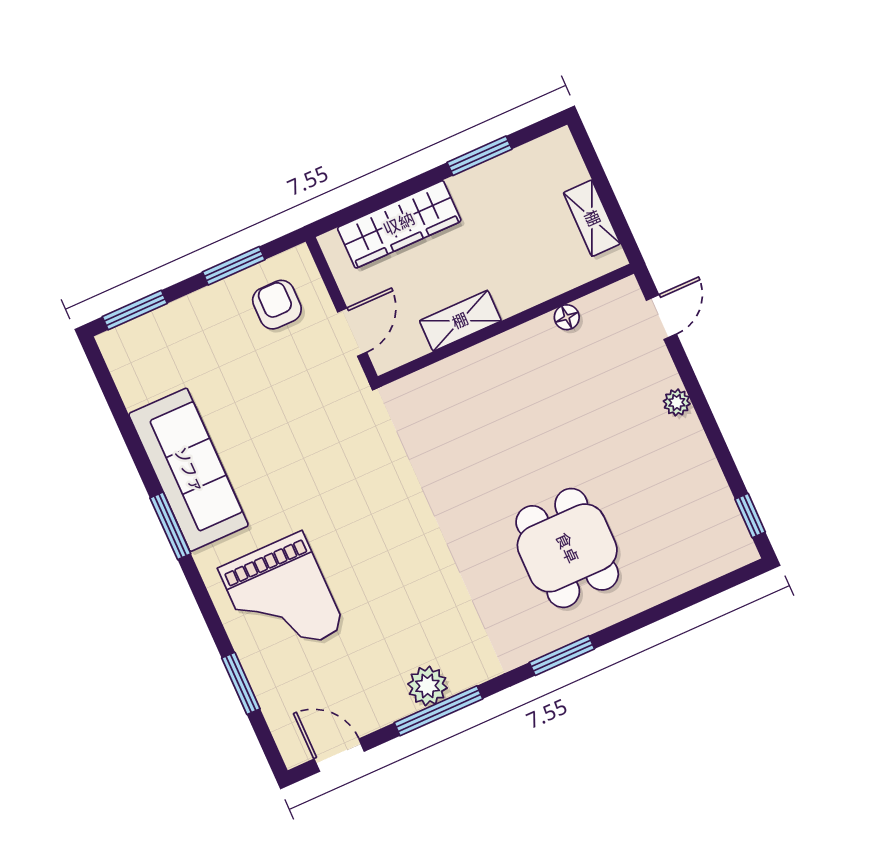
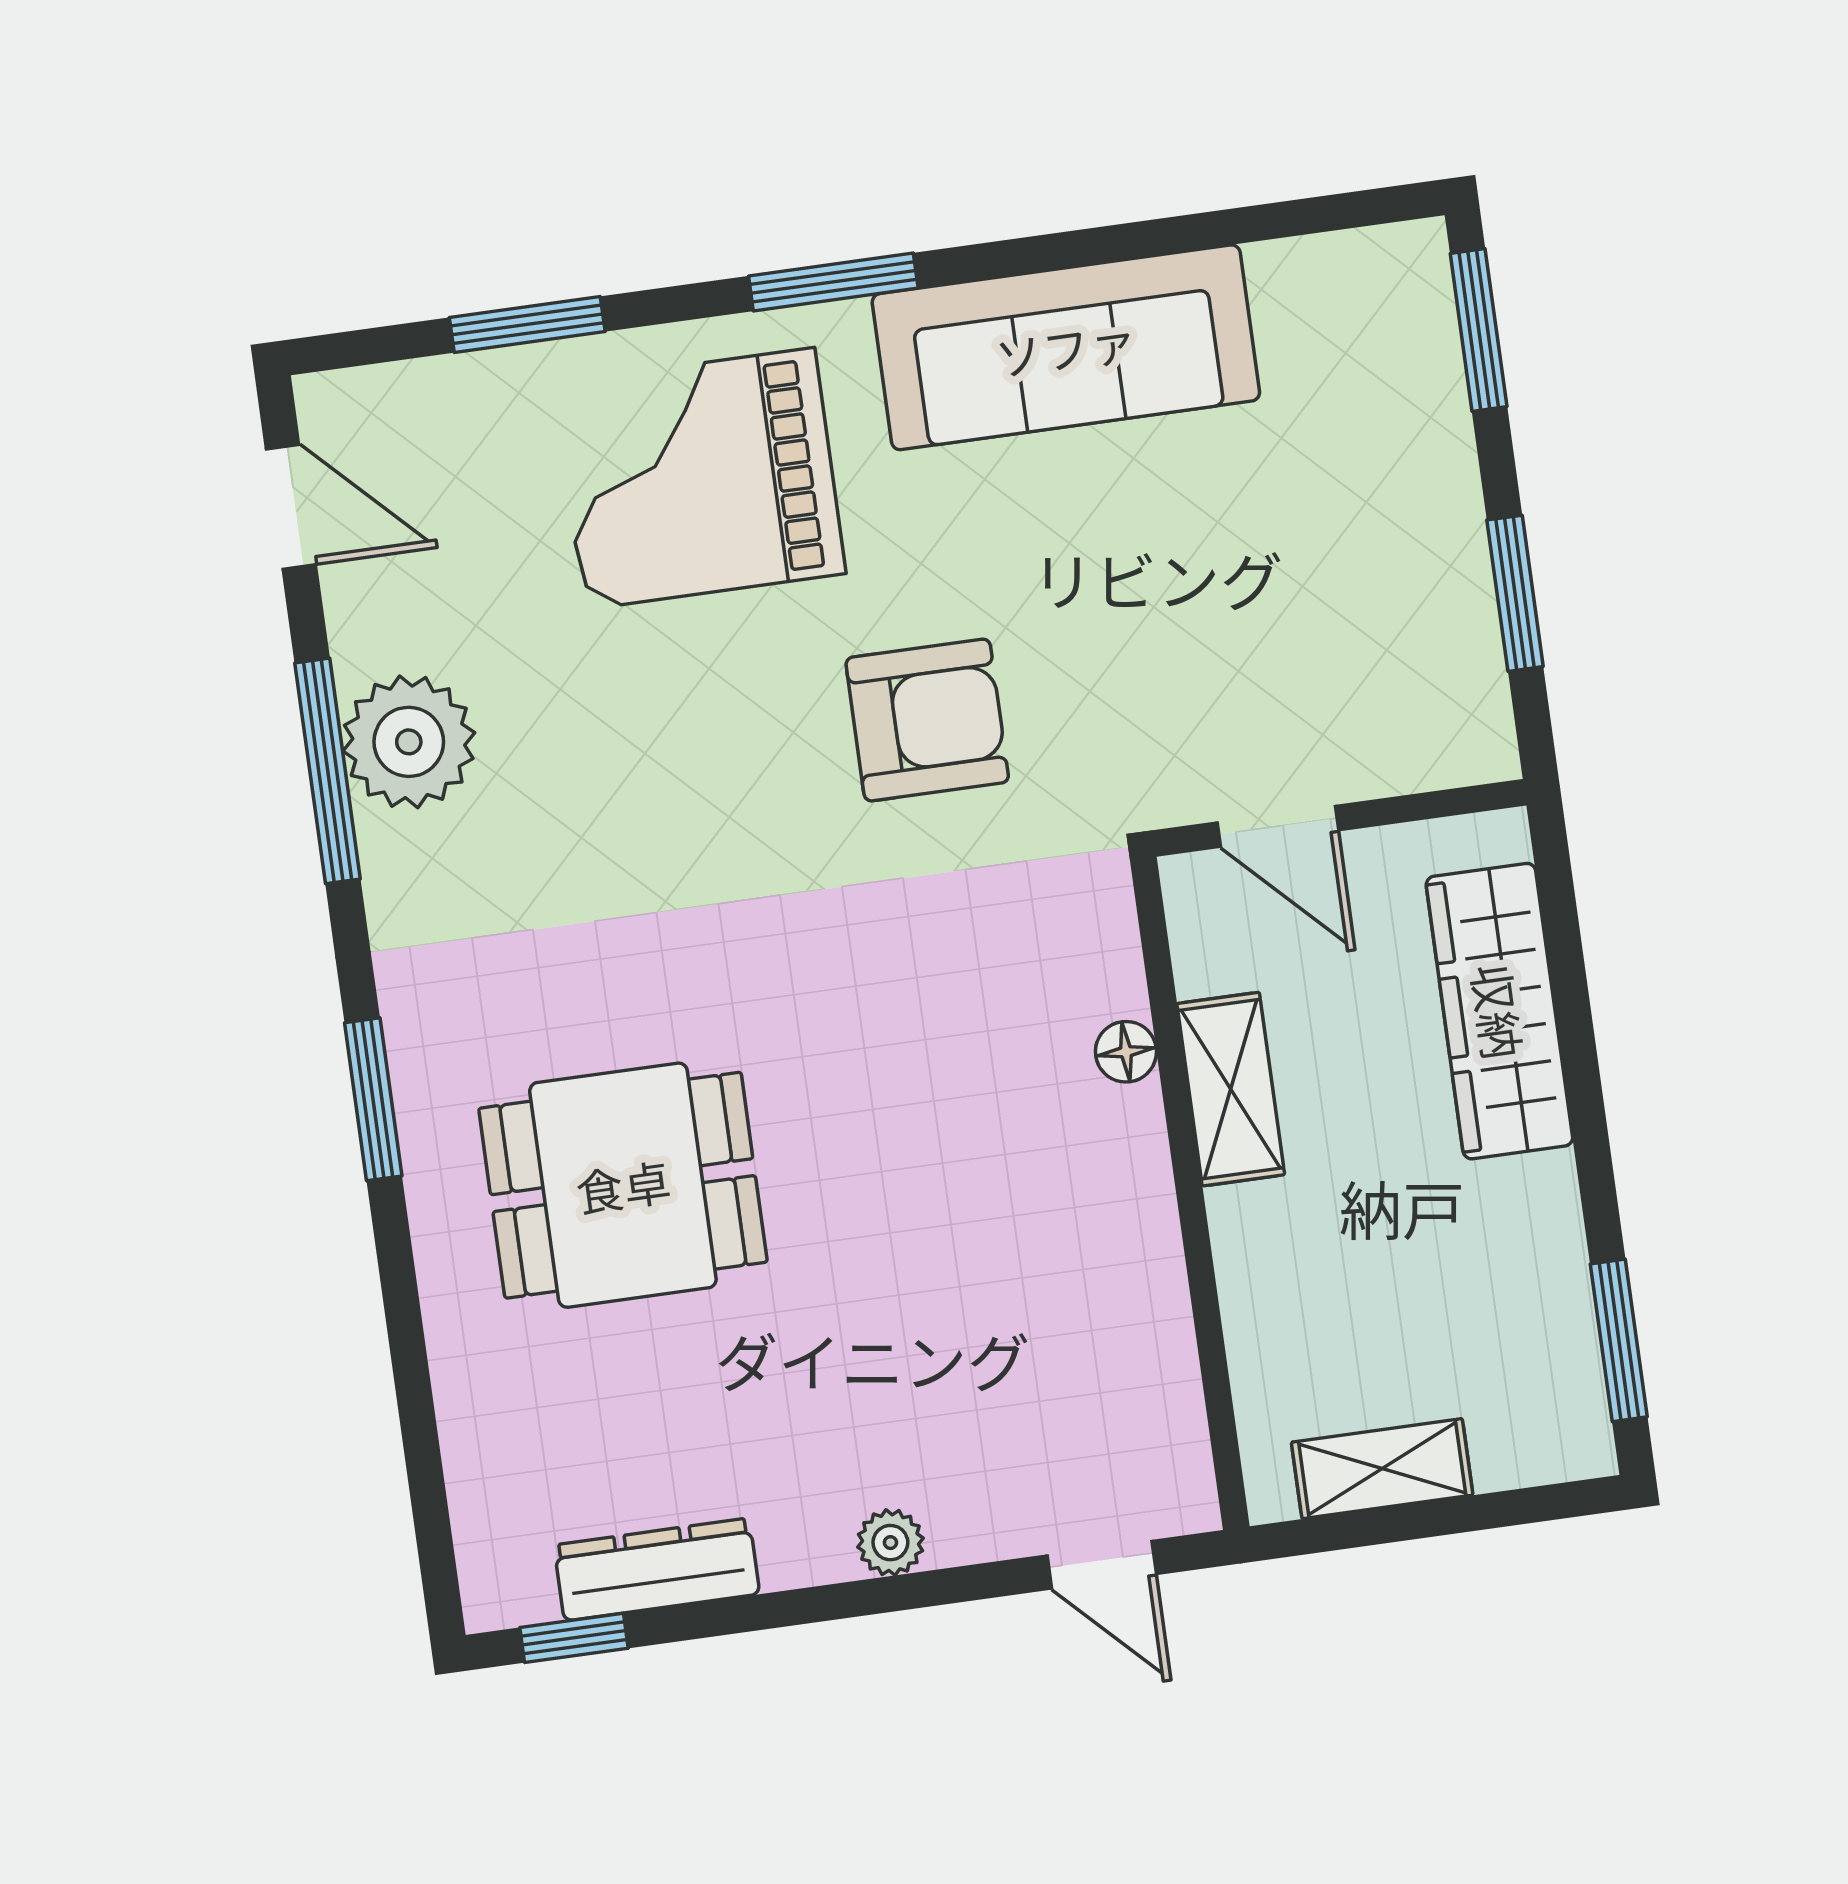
window: (479, 156) -> (1619, 1340), moved
armchair: (277, 305) -> (927, 720), moved, width x1.38, depth x1.38
floor lamp: (567, 317) -> (1126, 1052), moved
dresser: (714, 491) -> (657, 1569), added
window: (170, 526) -> (833, 282), moved
plant: (427, 686) -> (409, 742), width x1.36, depth x1.36
door: (339, 755) -> (291, 507), hinge flipped

